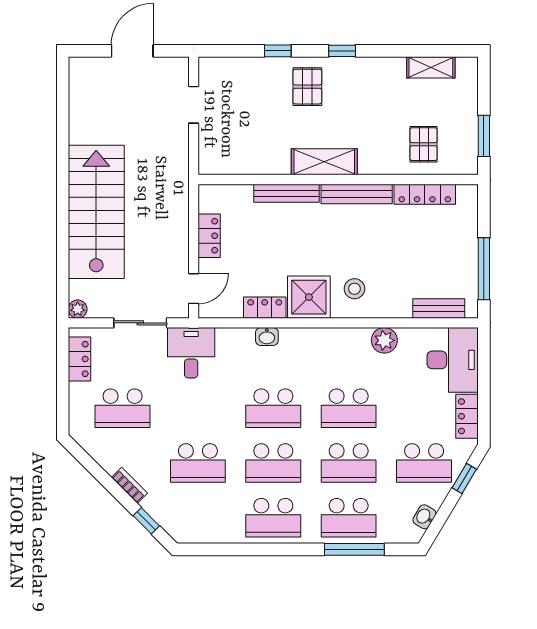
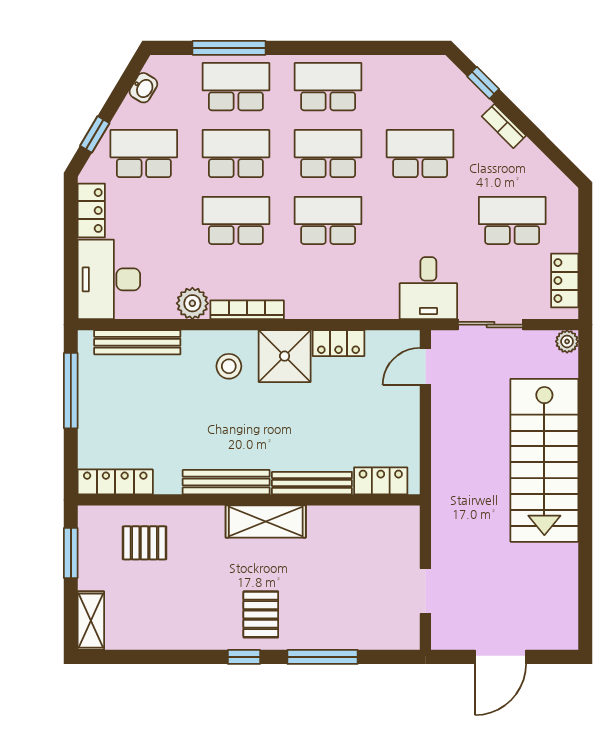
window: (278, 51) -> (323, 657), width x2.17
shelving: (431, 67) -> (91, 621), moved, turned 90
pallet: (307, 87) -> (261, 614), moved
pallet: (424, 144) -> (144, 543), turned 90
locker: (425, 194) -> (115, 482), moved
locker: (209, 236) -> (381, 481), moved, turned 90
bench: (439, 308) -> (137, 342), width x1.36
bookcase: (340, 335) -> (247, 310), added
washbasin: (267, 337) -> (336, 308), removed

